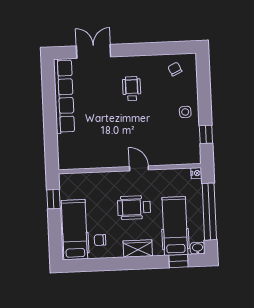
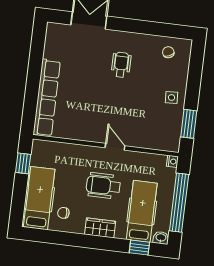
row of seats: (64, 96) -> (47, 98), moved
window: (206, 134) -> (189, 124), width x1.50

